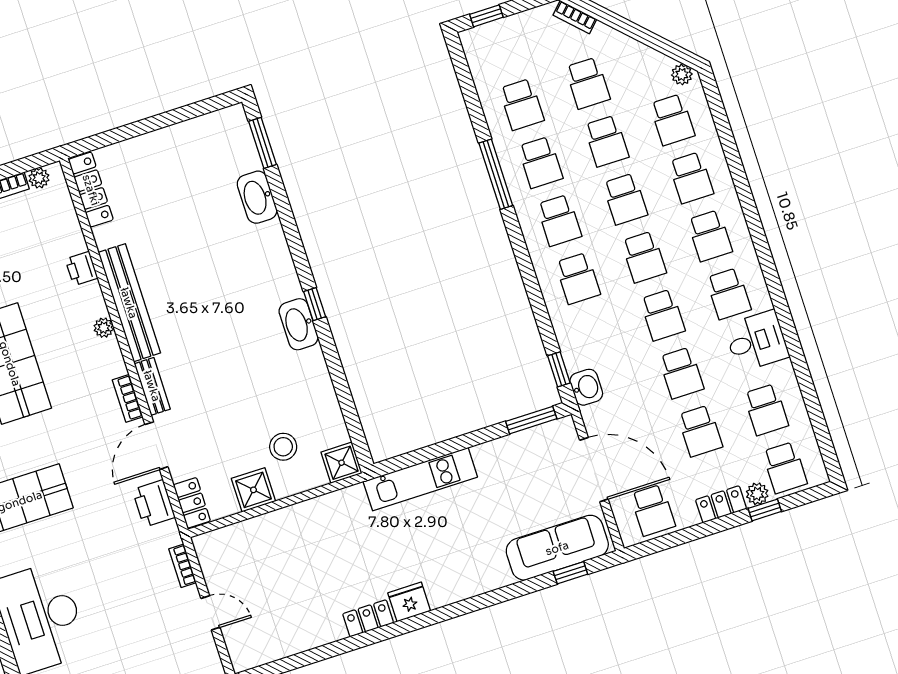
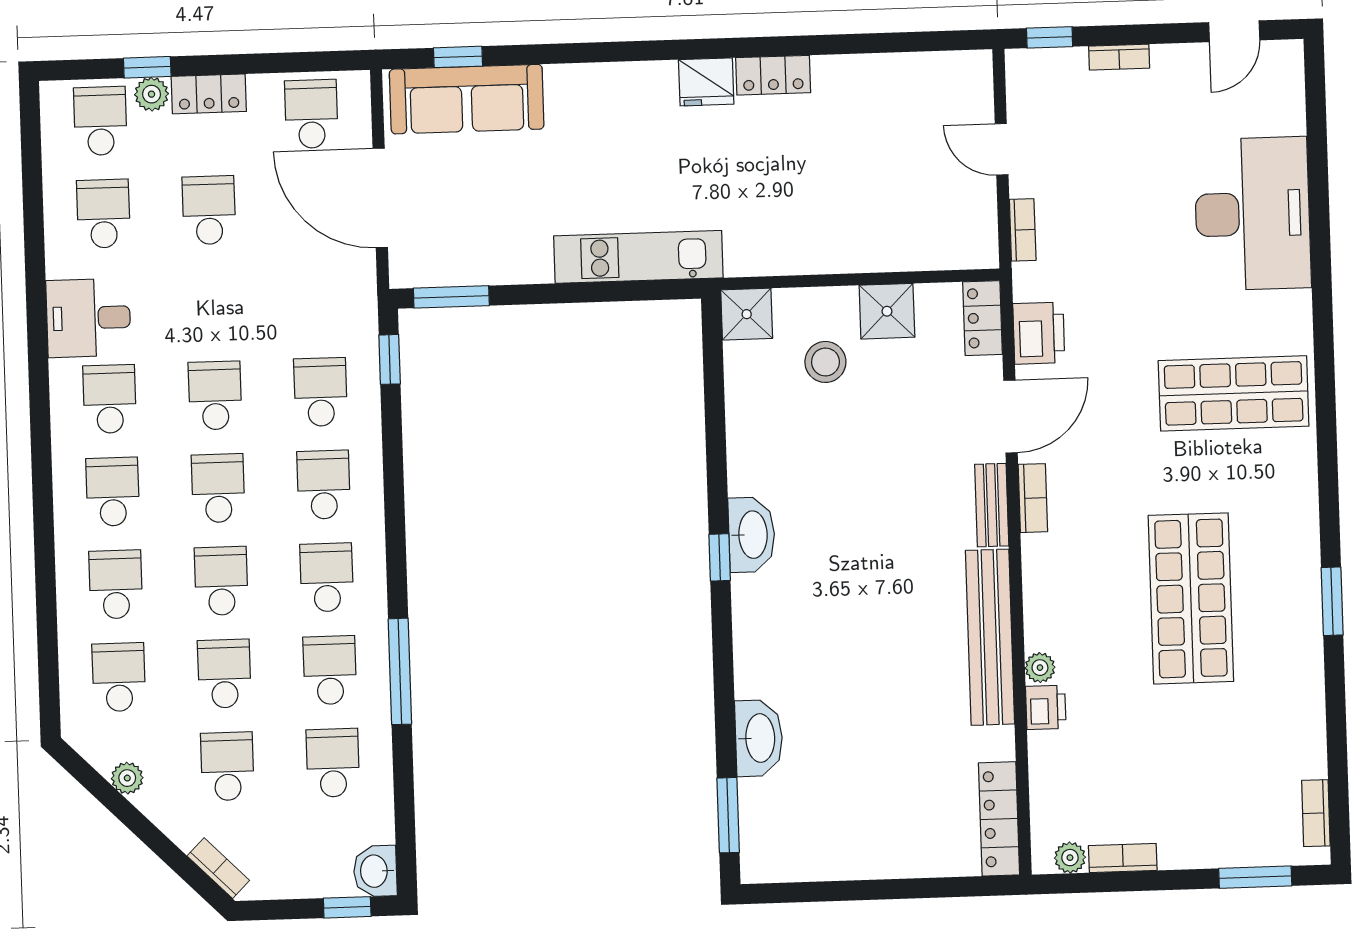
plant: (682, 74) -> (127, 778), moved
plant: (104, 328) -> (1040, 668), moved
school desk: (681, 373) -> (321, 392), moved
washbasin: (586, 387) -> (375, 871), moved

